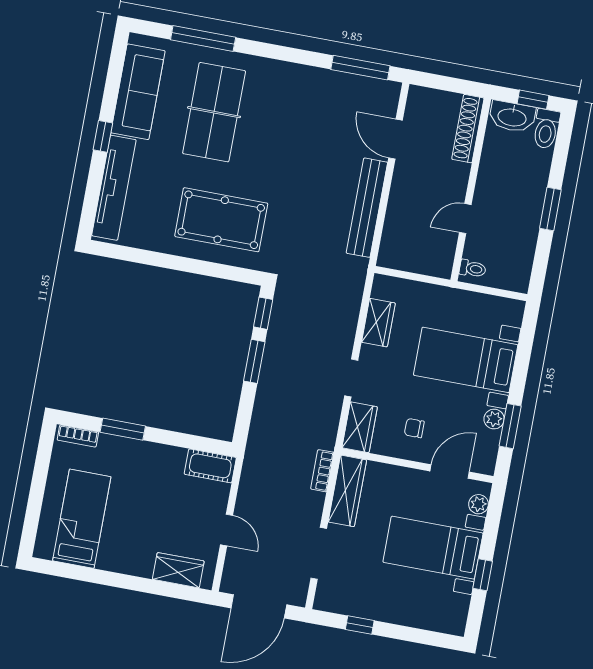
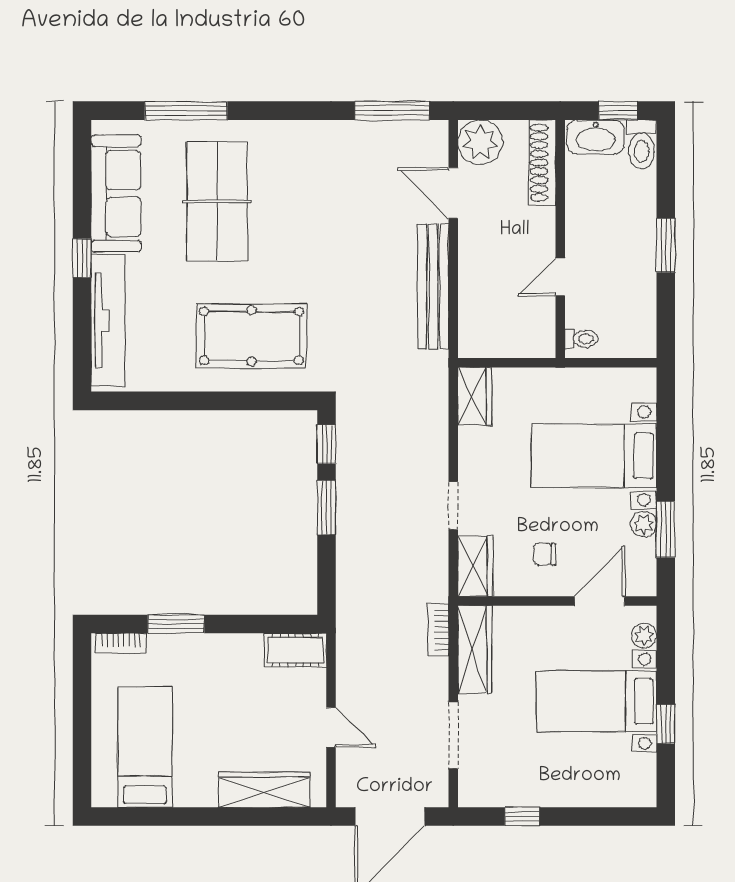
plant: (423, 104) -> (480, 142), added
wardrobe: (378, 323) -> (475, 396), moved
wardrobe: (178, 570) -> (264, 790), width x1.50

